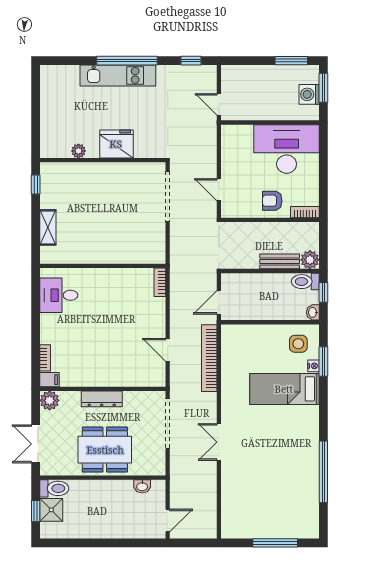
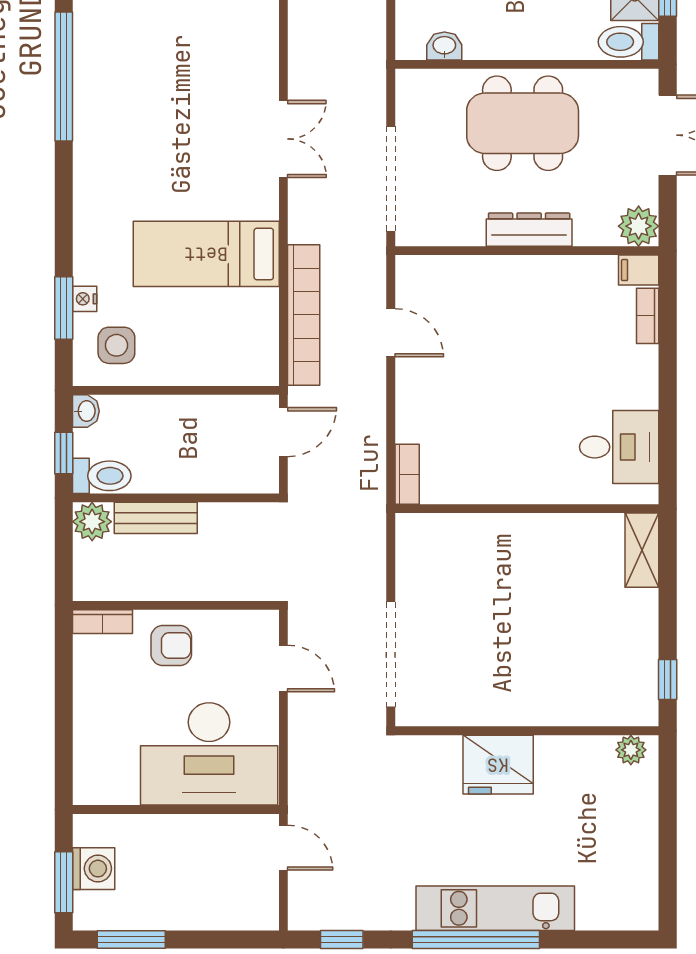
desk: (287, 149) -> (209, 754), moved
plant: (78, 151) -> (631, 750), moved
shelving: (48, 227) -> (642, 550), moved
bed: (284, 389) -> (206, 254), moved, turned 180

